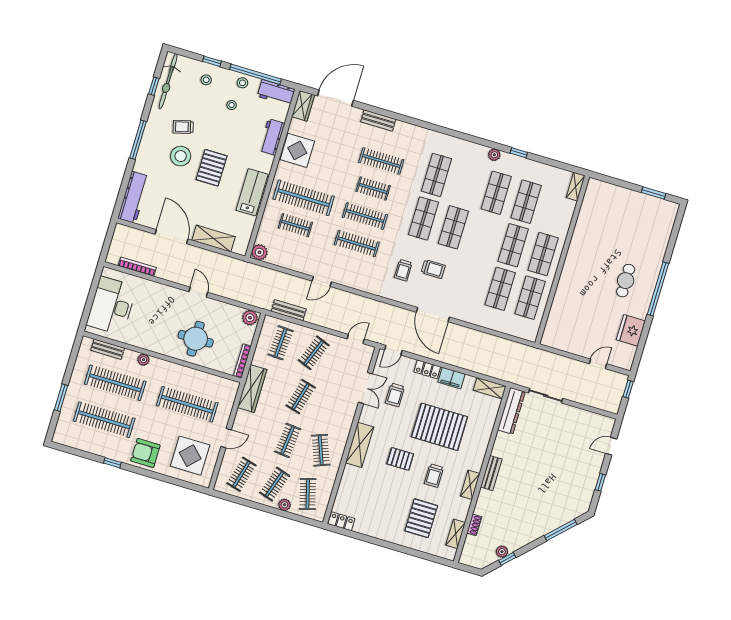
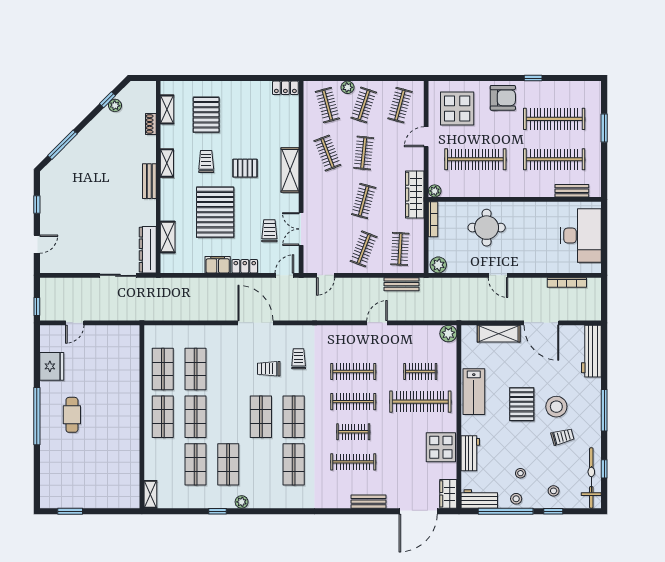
plant: (144, 360) -> (435, 191), moved
shelving: (490, 388) -> (168, 237), moved, turned 90
pallet: (439, 427) -> (215, 212), turned 90

